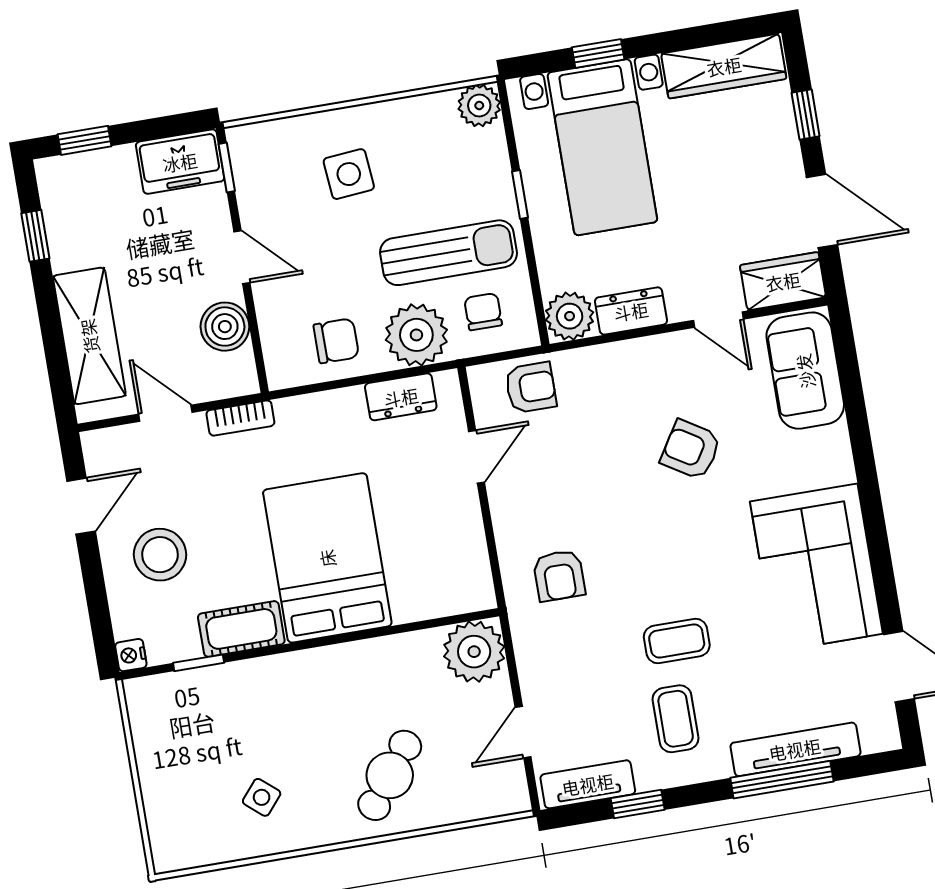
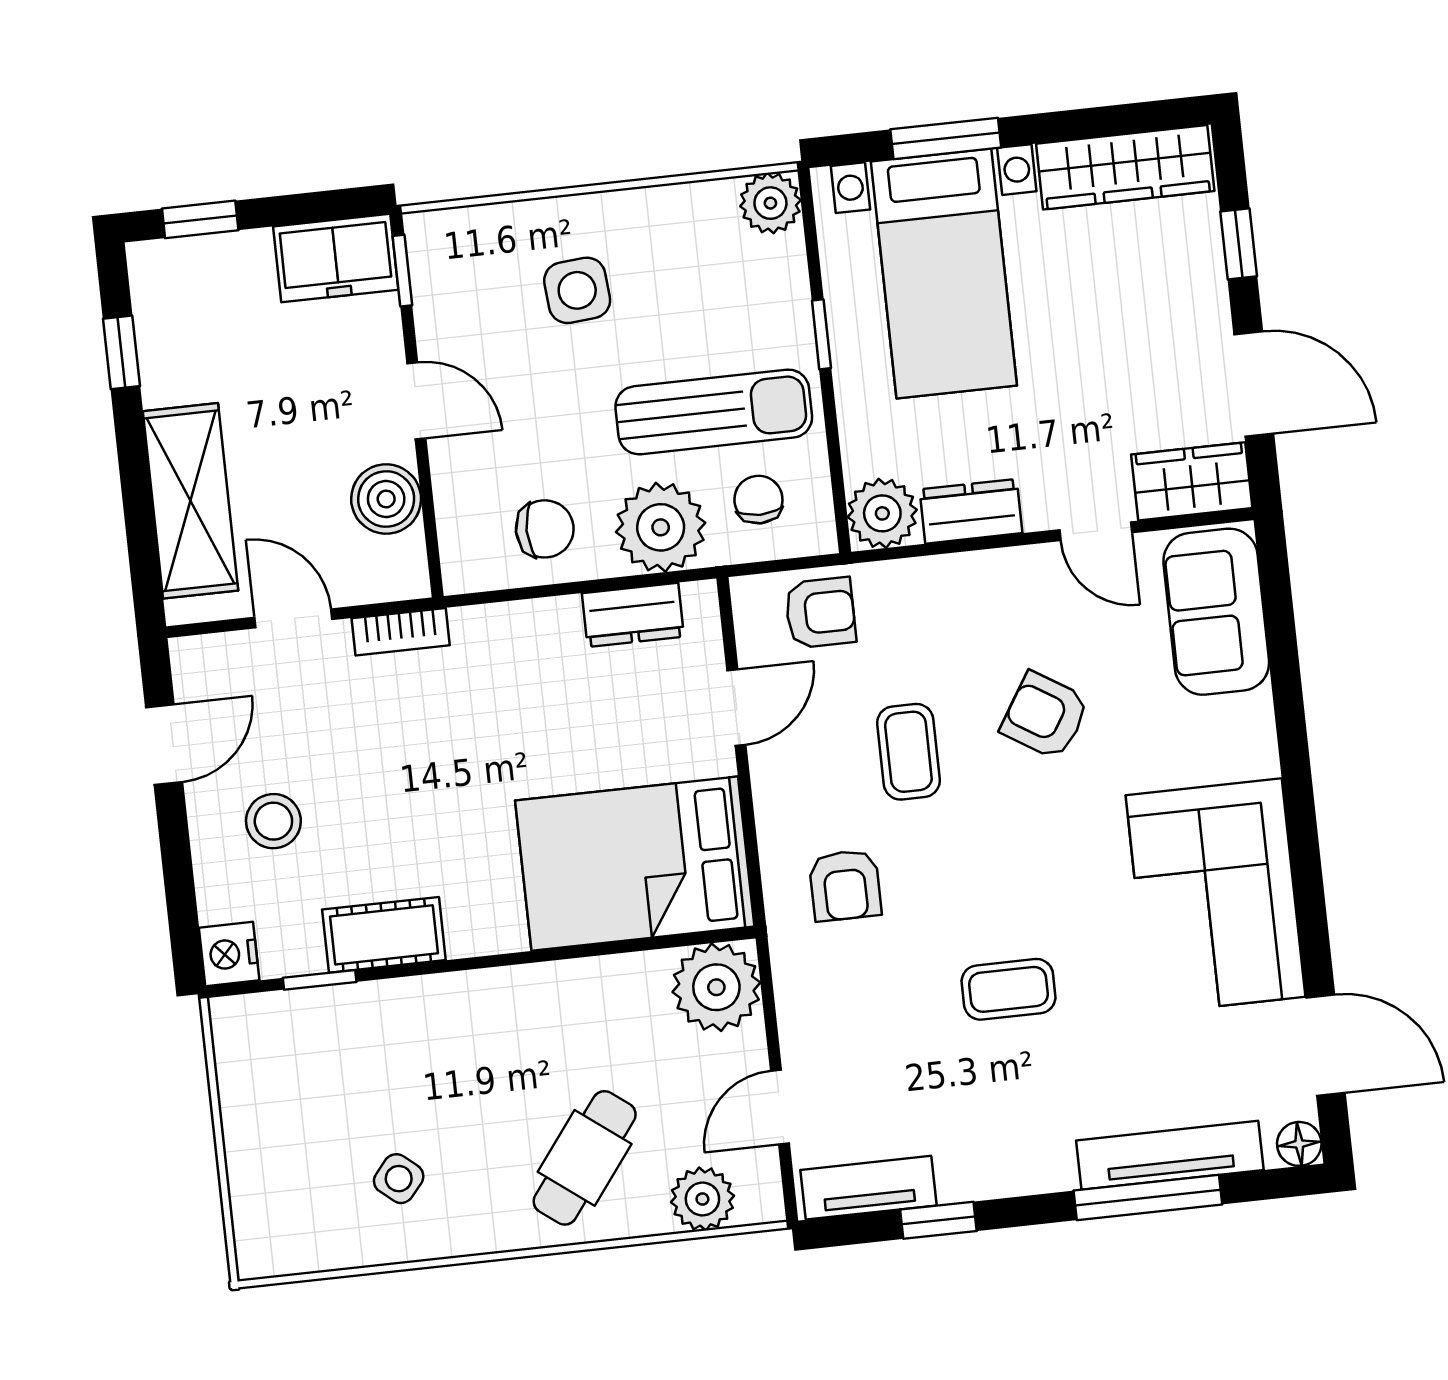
window: (598, 53) -> (946, 138), width x1.50
stool: (160, 555) -> (273, 821), width x0.73, depth x0.73
bed: (327, 558) -> (635, 864), moved, turned -90
nightstand: (131, 655) -> (229, 954), width x1.39, depth x1.35
coffee table: (676, 719) -> (908, 752), moved
floor lamp: (885, 736) -> (1299, 1144), added
plant: (473, 799) -> (702, 1199), added

